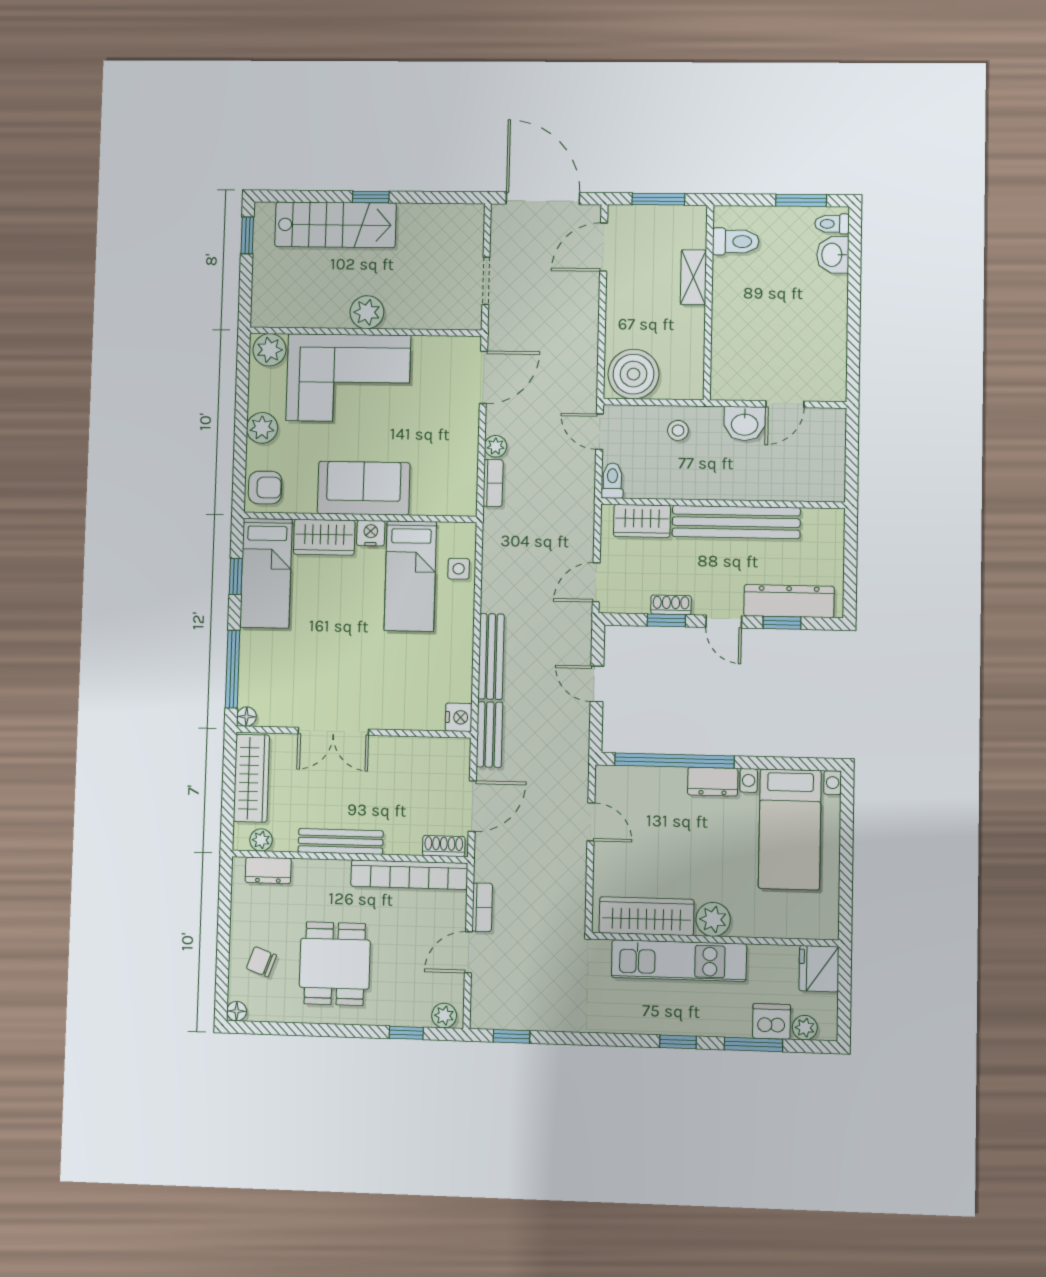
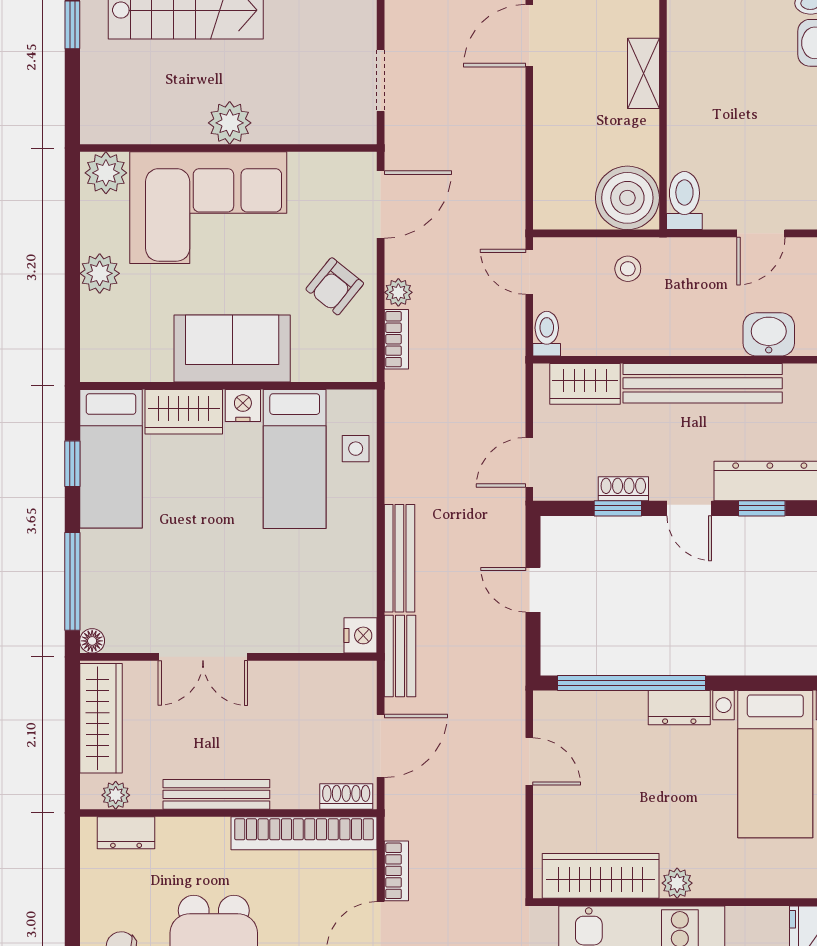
toilet: (736, 242) -> (684, 201), moved, turned -90
boiler: (633, 374) -> (627, 198), moved
washbasin: (745, 424) -> (769, 334), moved, turned 180
armchair: (265, 488) -> (335, 286), moved, turned 129
plant: (713, 919) -> (677, 883), width x0.73, depth x0.73

